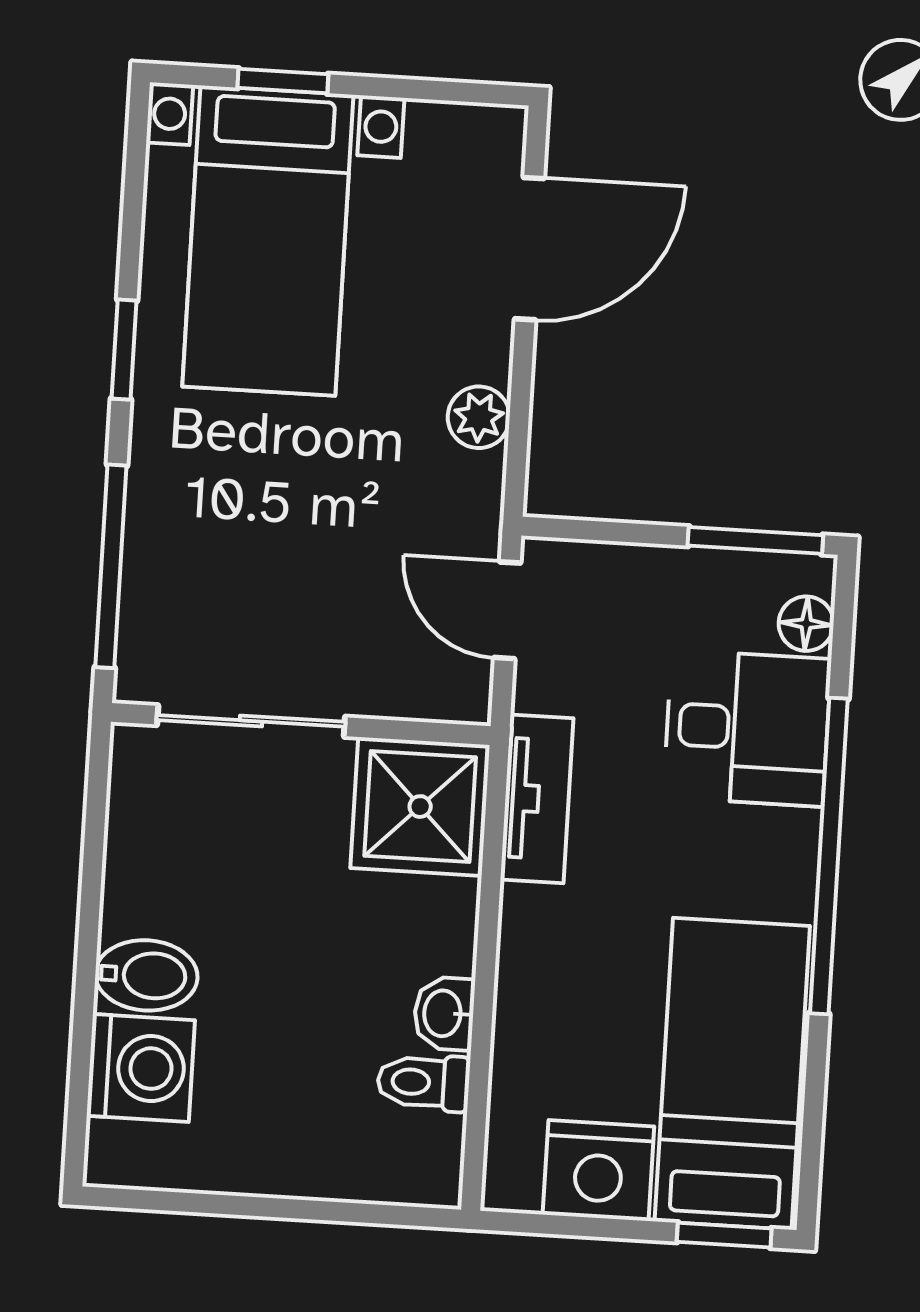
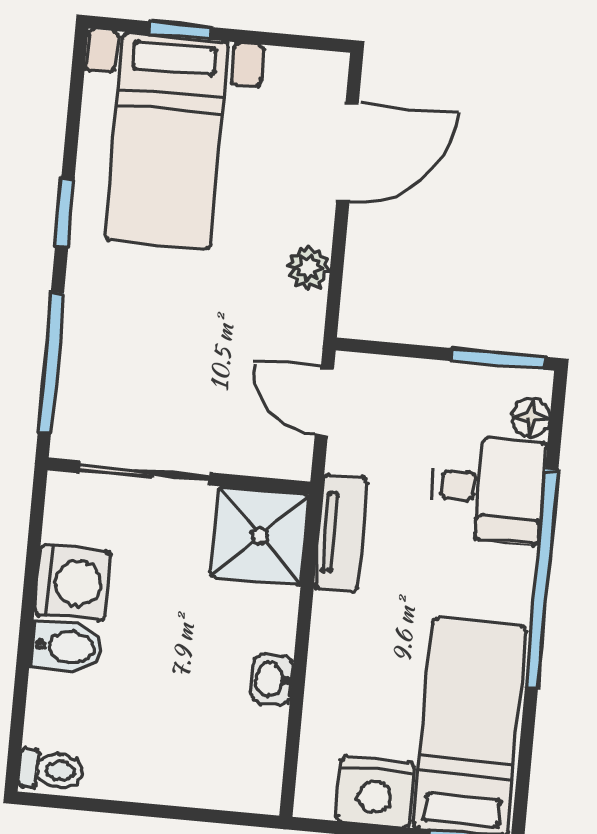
washing machine: (141, 1068) -> (72, 583), moved
toilet: (424, 1082) -> (51, 770), moved, turned 180

